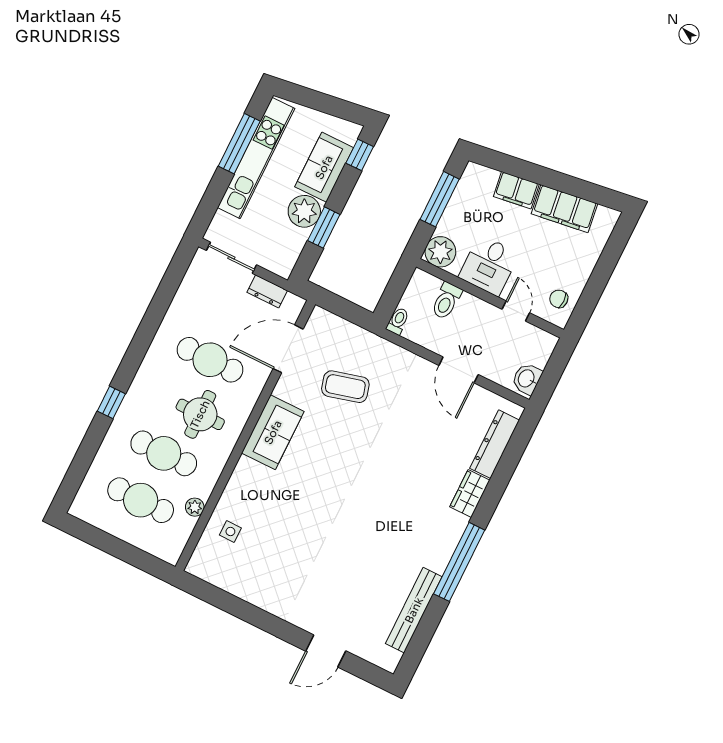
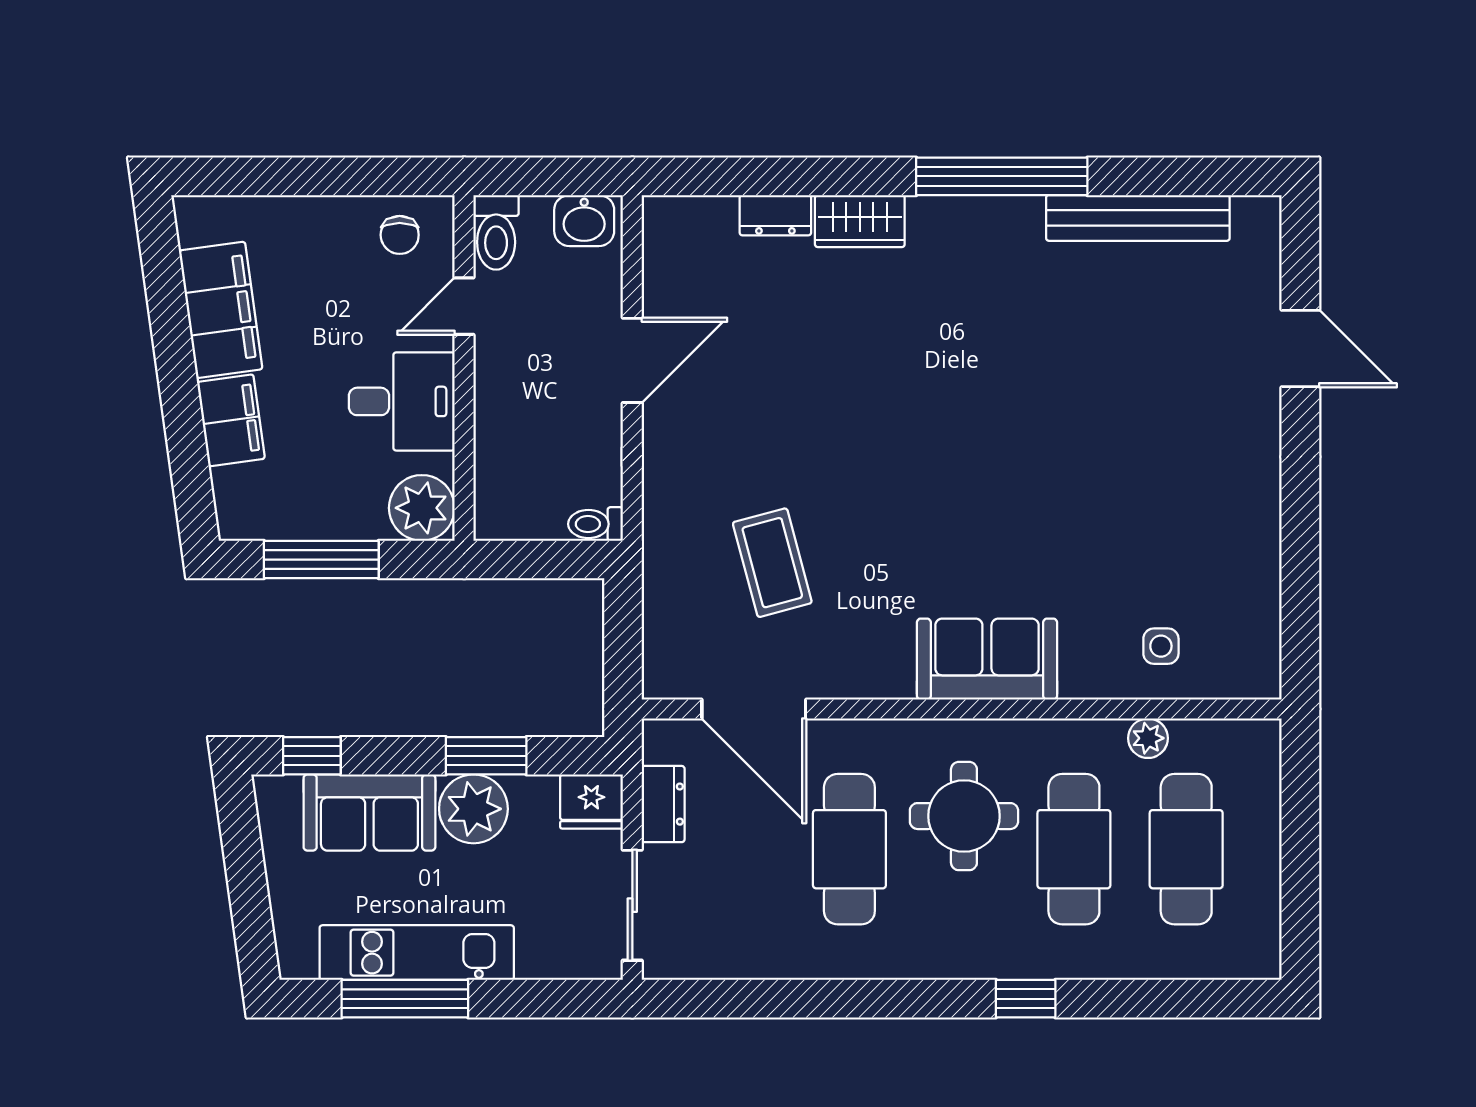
kitchen unit: (256, 158) -> (417, 953), width x0.73
fridge: (283, 262) -> (591, 802), added
toilet: (446, 301) -> (496, 232), moved, turned 90
sofa: (273, 432) -> (987, 659), moved
dresser: (495, 444) -> (775, 215), width x0.51, depth x0.80

